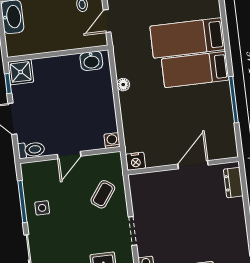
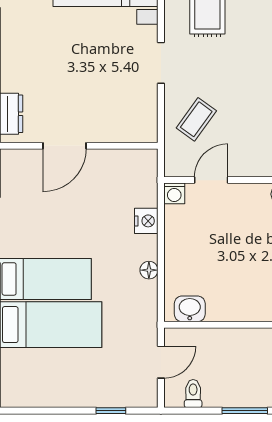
door: (69, 155) -> (211, 180), moved
nightstand: (136, 161) -> (146, 221), moved, turned 90

